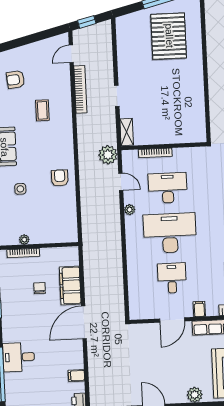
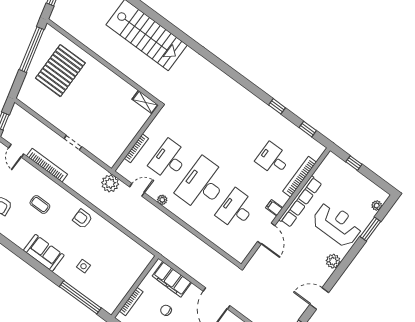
pallet: (169, 36) -> (60, 71), turned 90
shelving: (127, 132) -> (145, 102), moved
armchair: (60, 178) -> (83, 219), moved
plant: (24, 240) -> (122, 293), removed
desk: (172, 278) -> (236, 209), width x1.37
filing cabinet: (70, 285) -> (172, 279), moved

